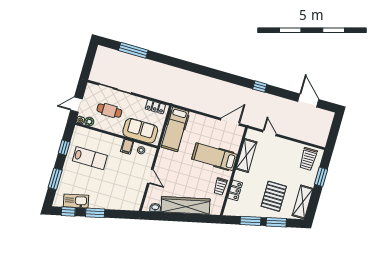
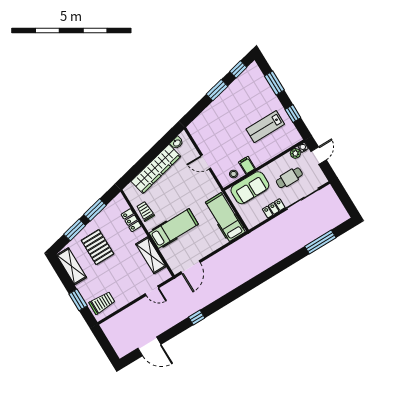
locker: (155, 107) -> (274, 208), moved
trolley: (308, 159) -> (102, 303), turned 90
kitchen sink: (76, 201) -> (241, 83), removed

